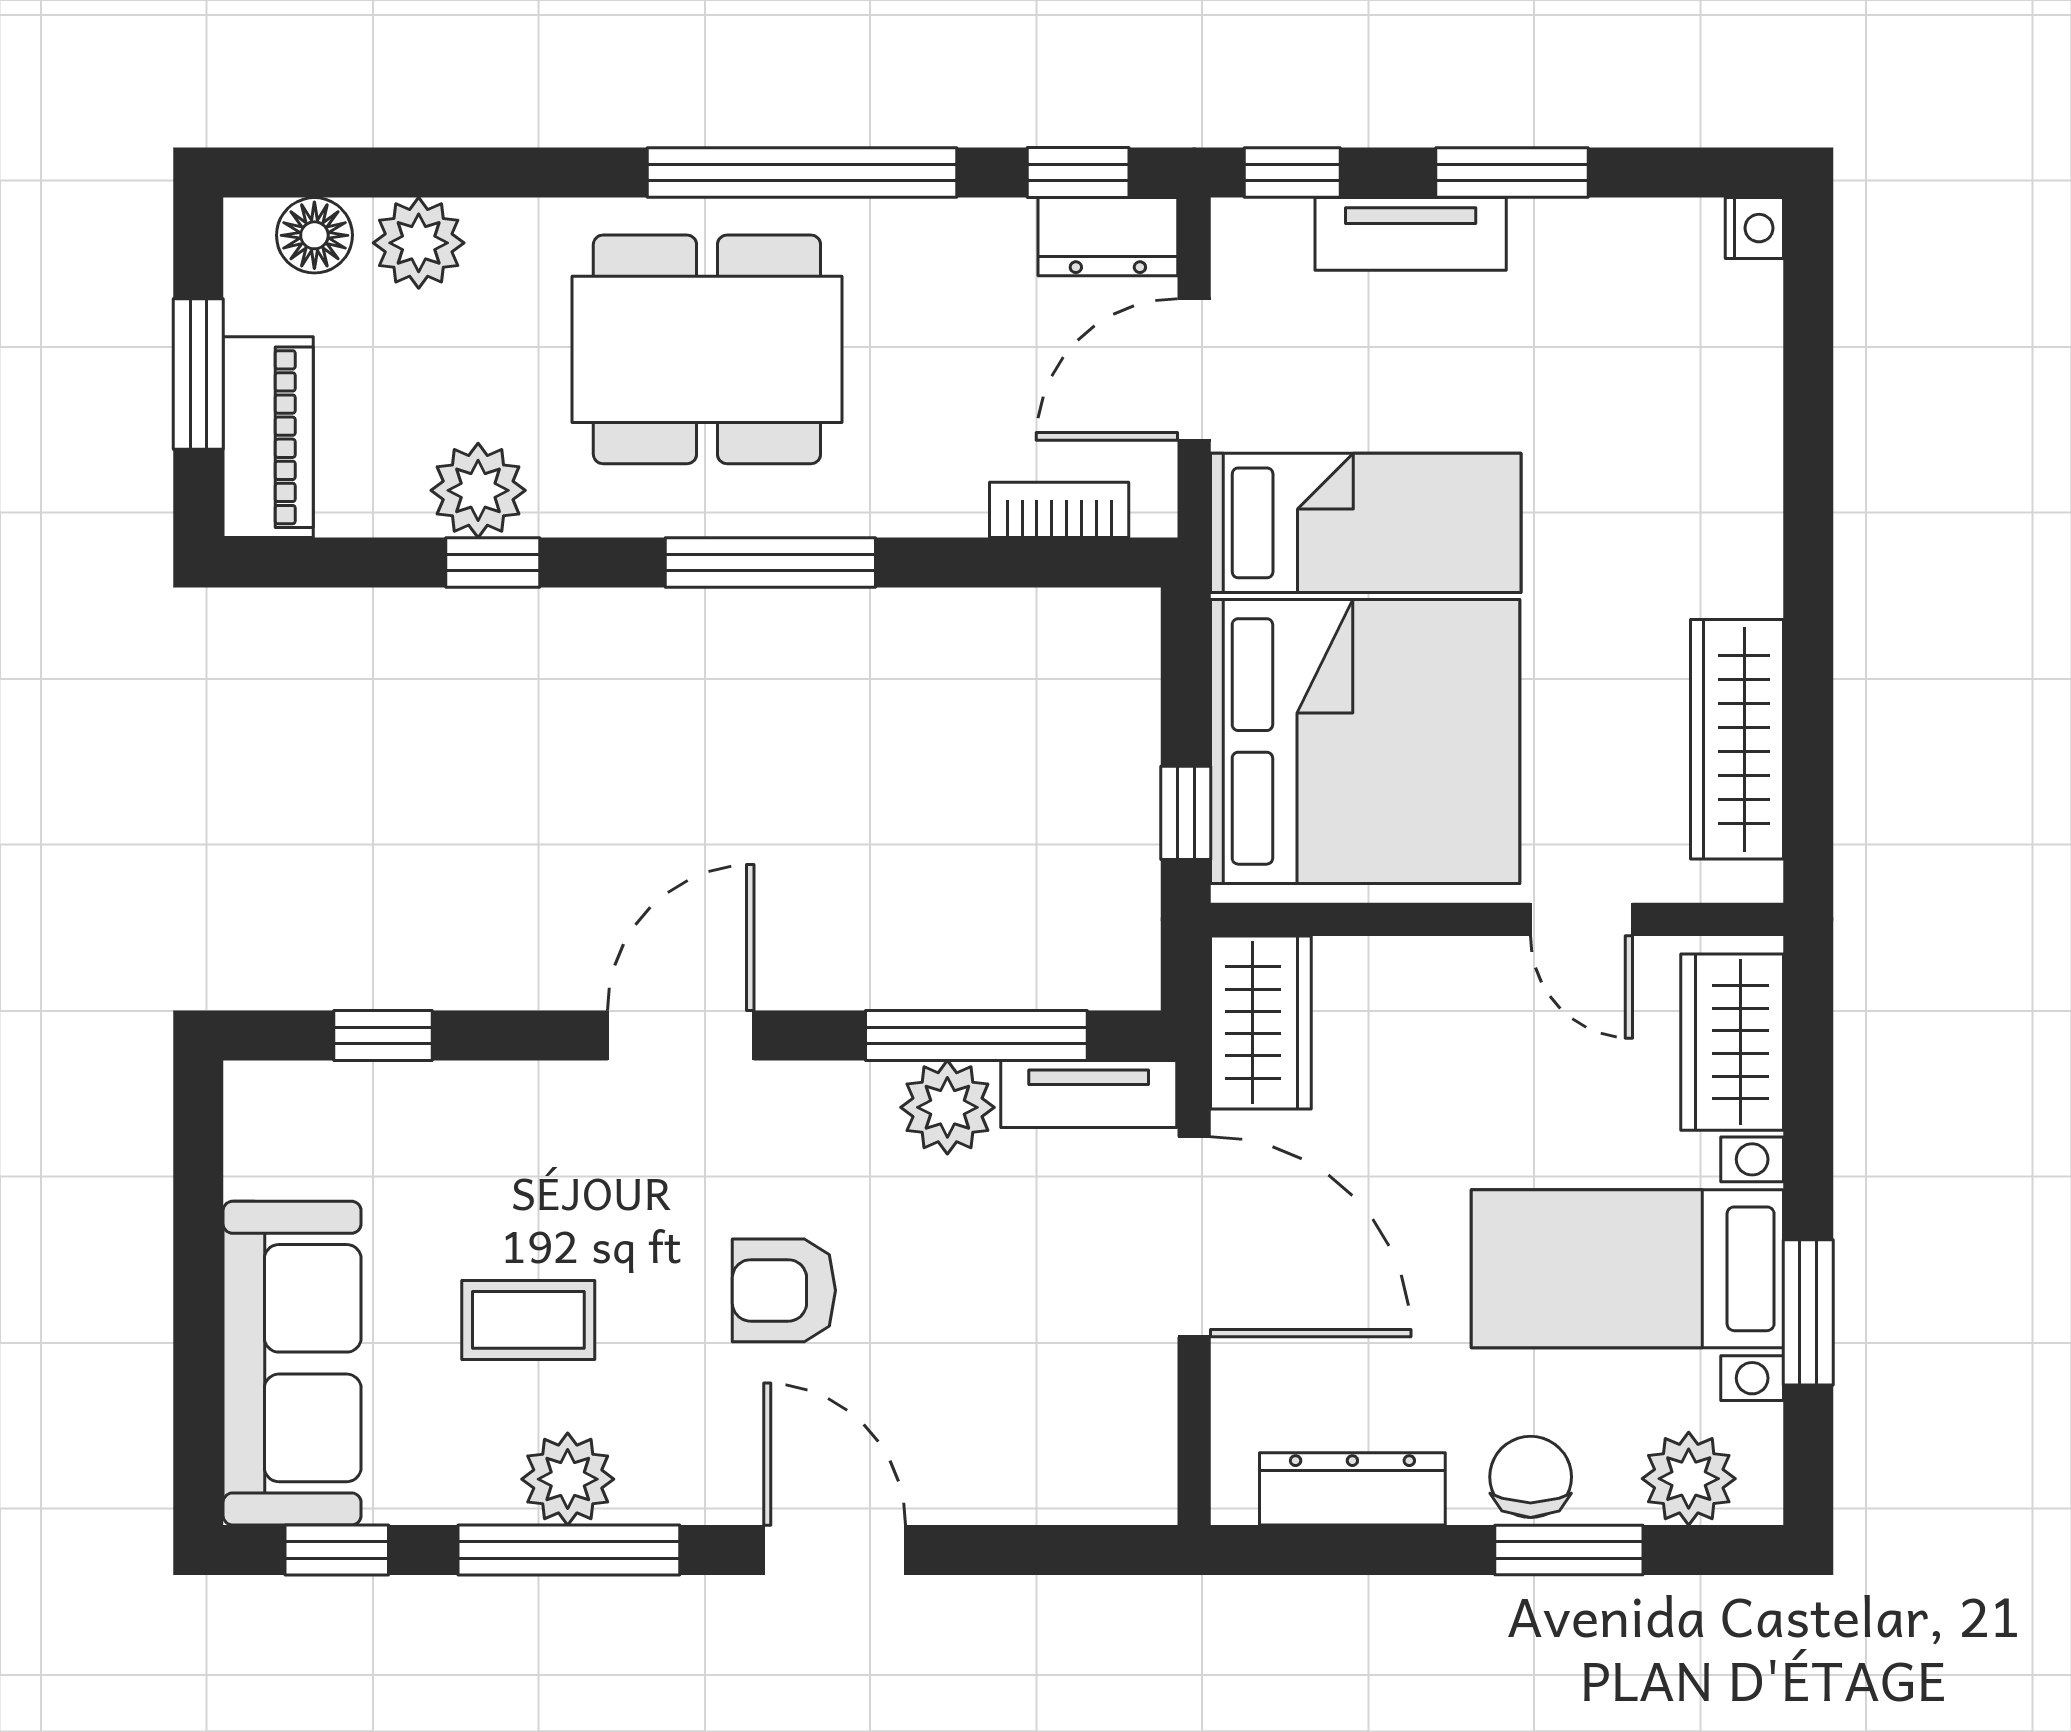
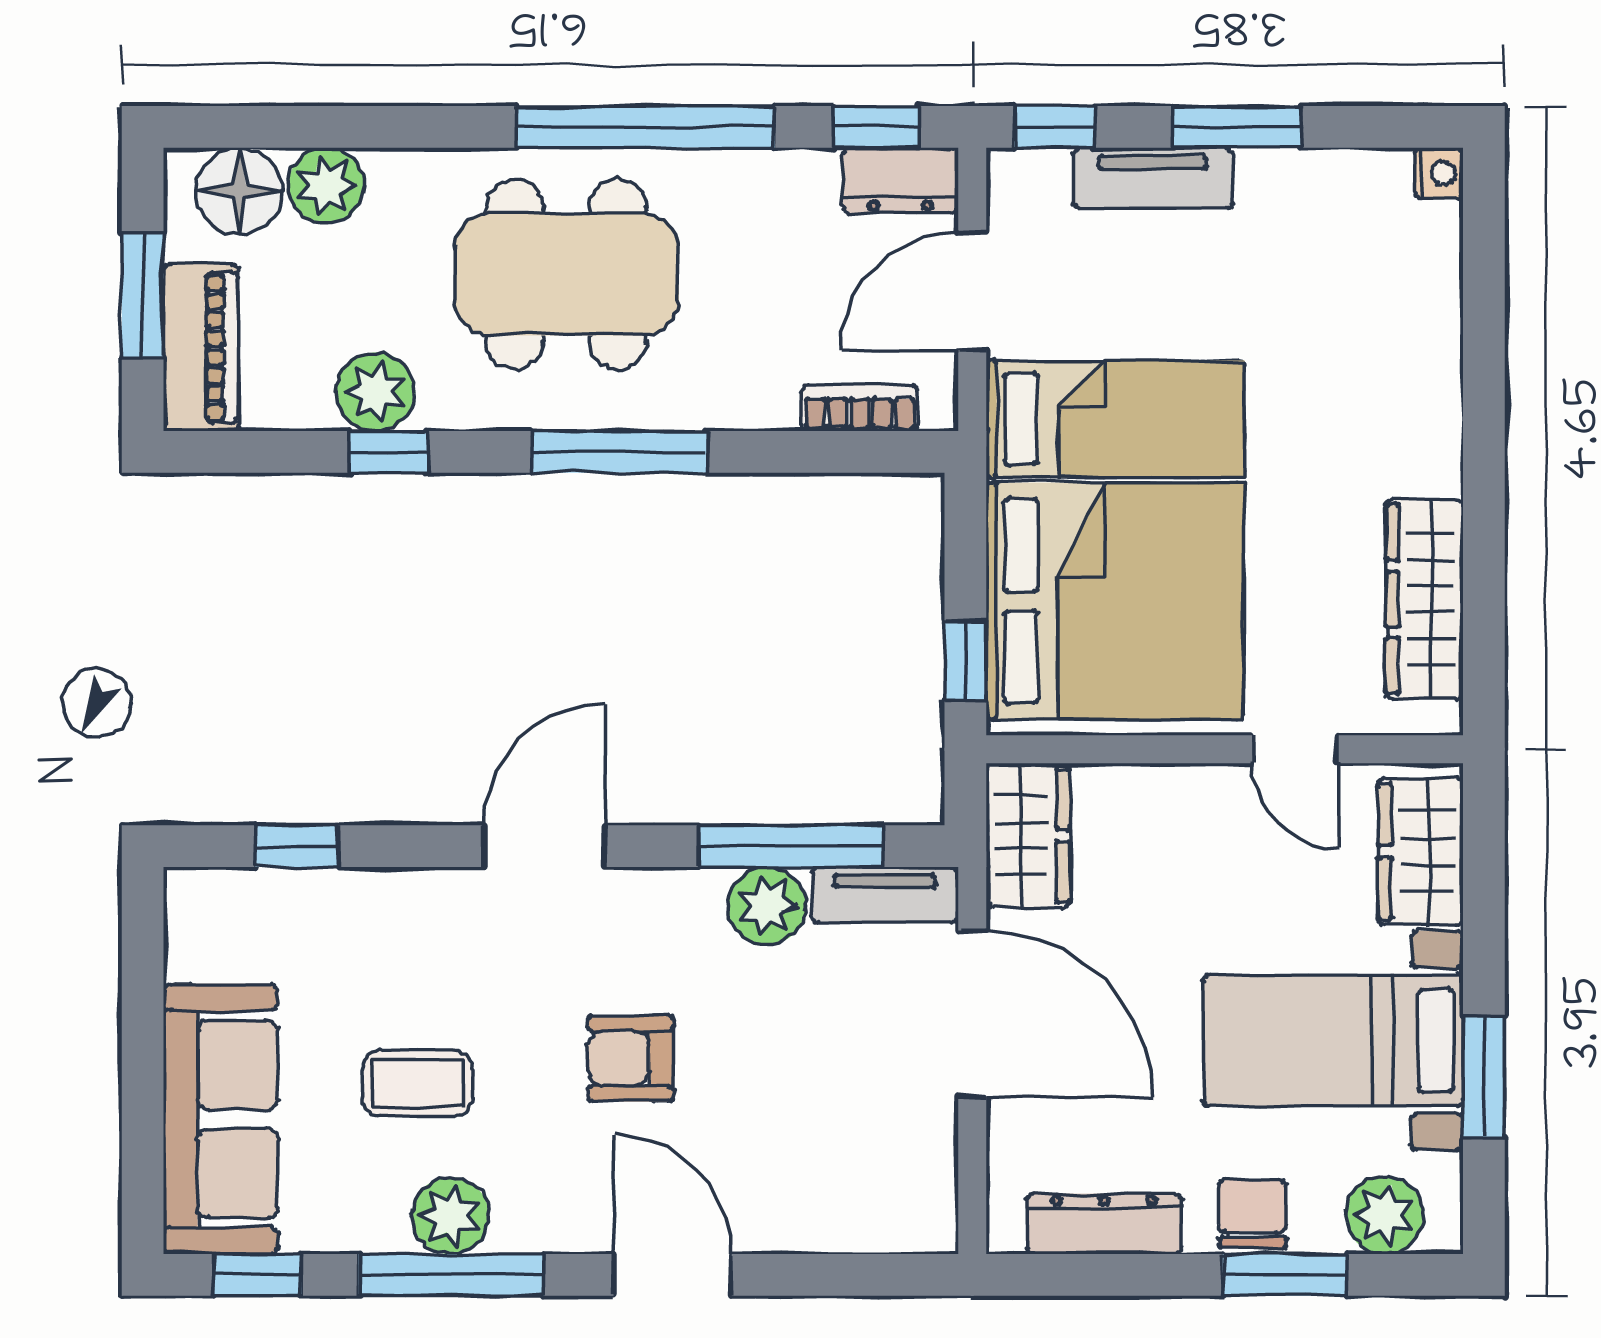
floor lamp: (314, 235) -> (239, 191), width x1.38, depth x1.38

